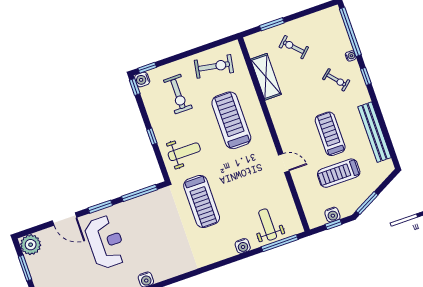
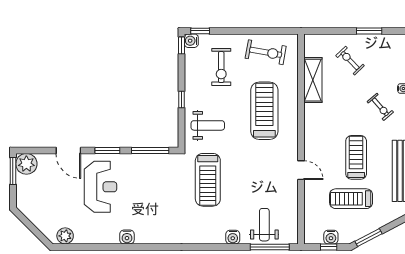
window: (272, 24) -> (369, 31), moved
window: (25, 268) -> (13, 171), moved

